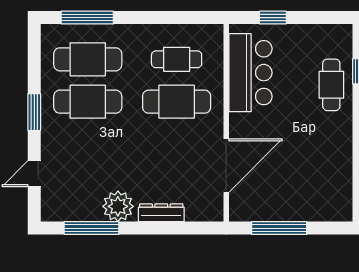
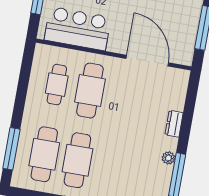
plant: (118, 206) -> (168, 158), width x0.53, depth x0.53
dresser: (161, 213) -> (174, 124), width x0.70

